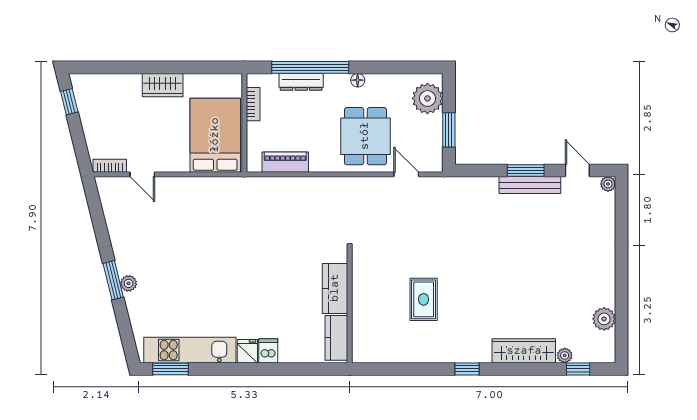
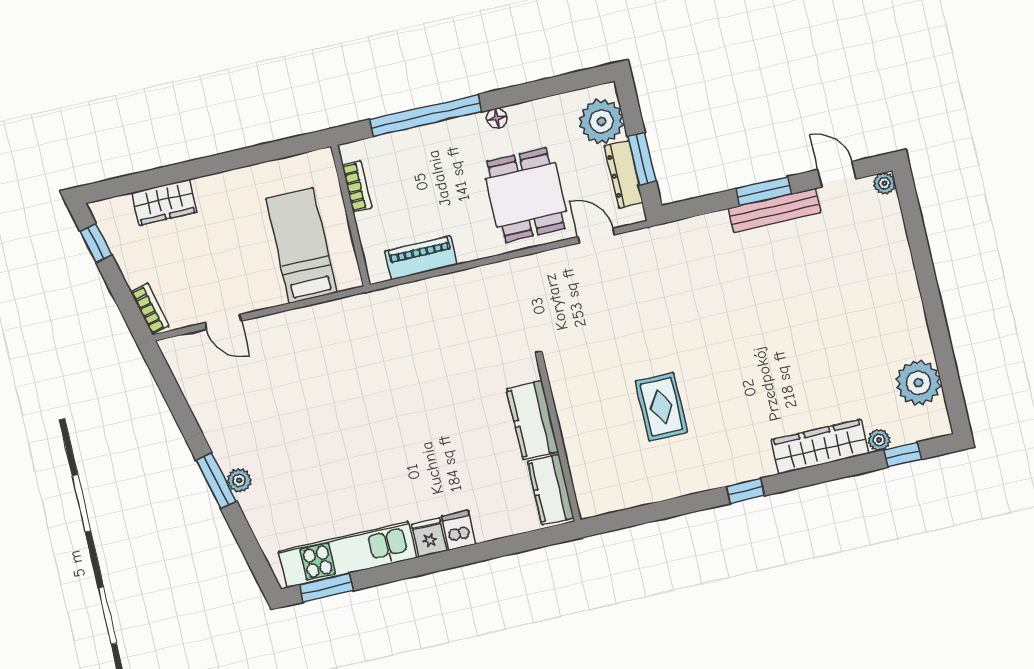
dresser: (301, 82) -> (624, 174), moved, turned 90
wardrobe: (163, 85) -> (164, 202), moved
bed: (215, 135) -> (301, 245), width x0.67
bookcase: (110, 166) -> (150, 309), moved, turned 76
plant: (604, 319) -> (918, 383), width x1.36, depth x1.36

